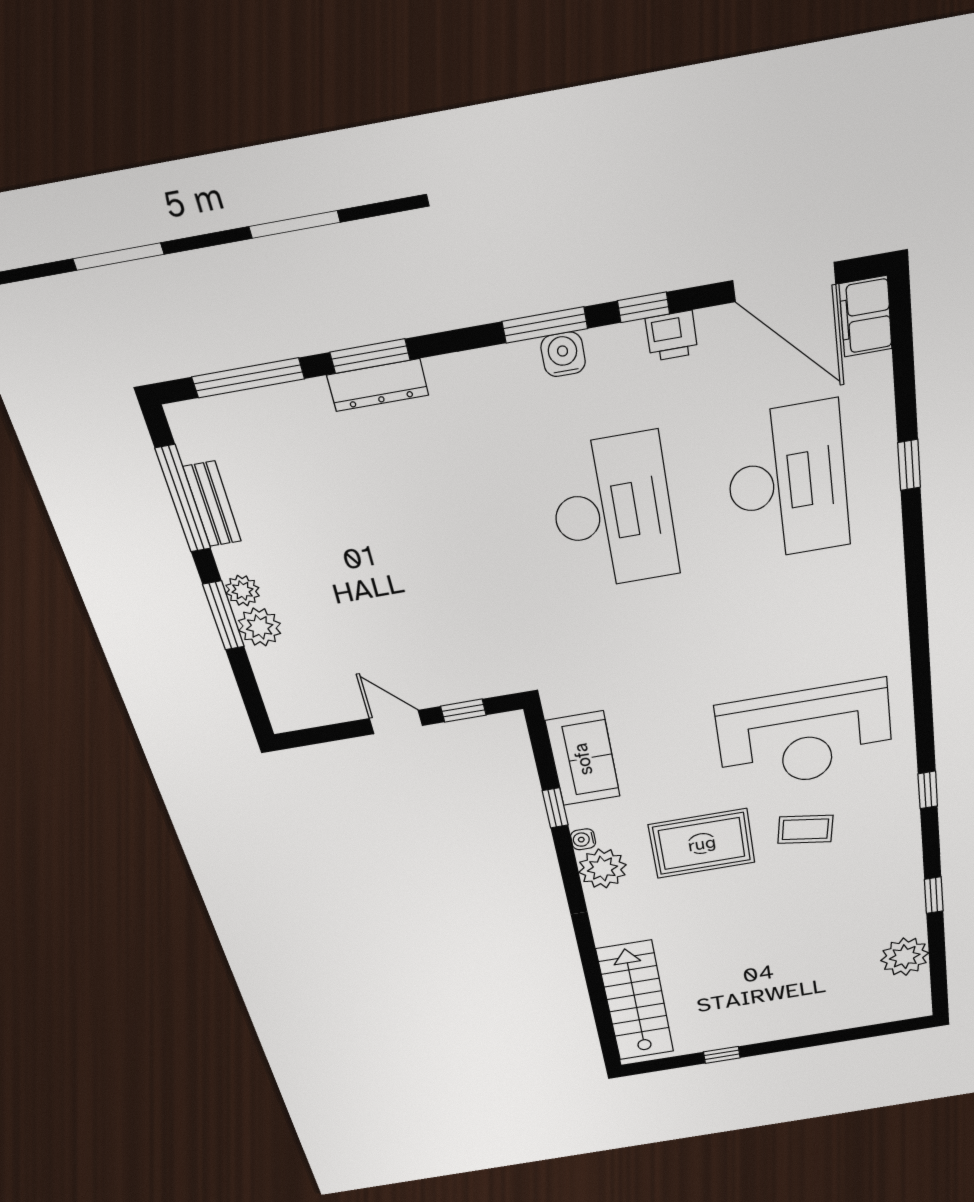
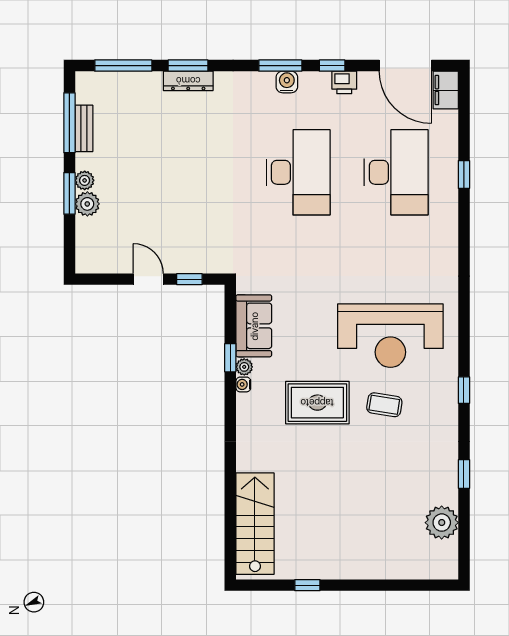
plant: (602, 869) -> (244, 367), moved, width x0.53, depth x0.53

